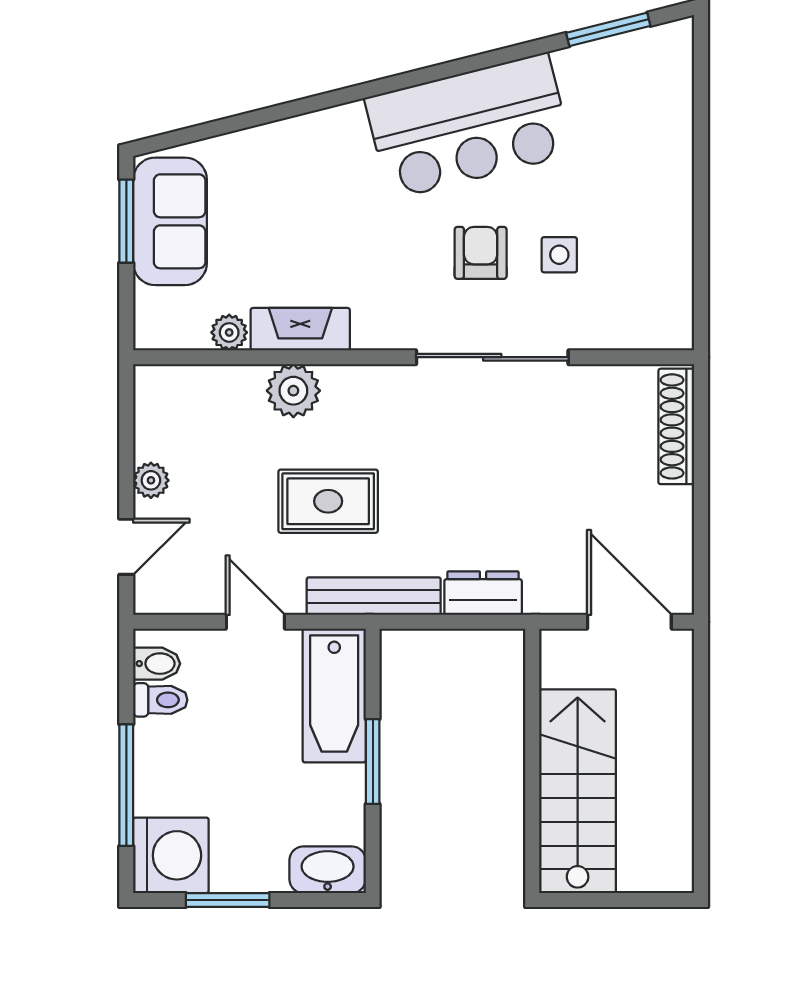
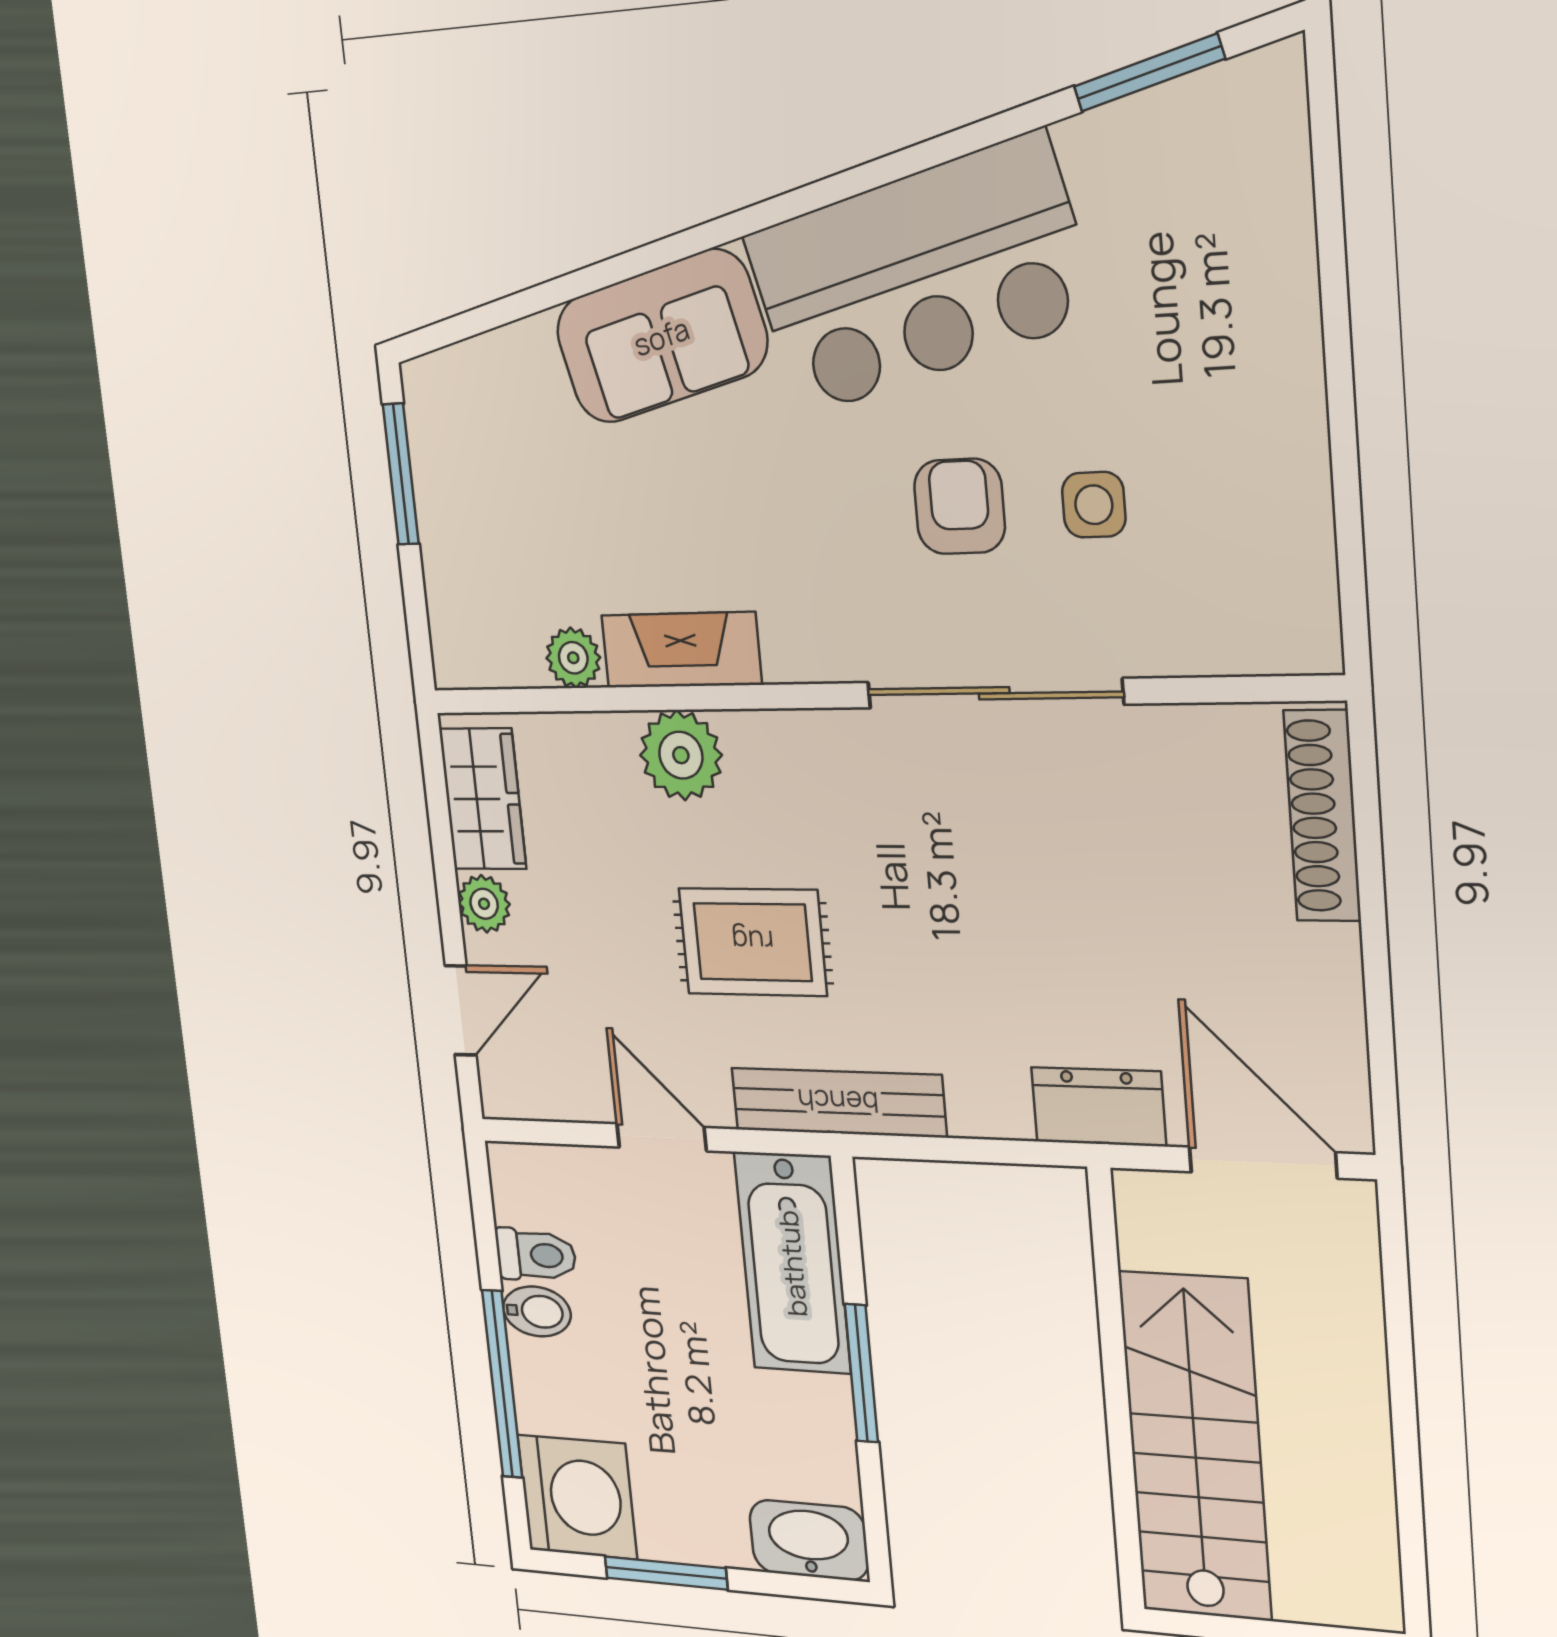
sofa: (170, 221) -> (661, 336), moved, turned 76
wardrobe: (158, 416) -> (483, 799), added
dresser: (483, 593) -> (1098, 1107), moved
bidet: (157, 664) -> (537, 1311), moved

